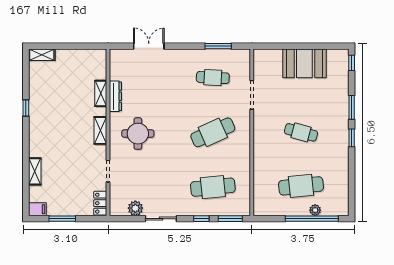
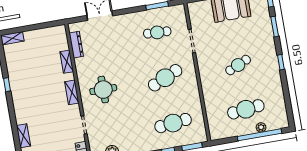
dresser: (115, 96) -> (76, 45), moved
window: (352, 107) -> (275, 27), moved
cafe table: (301, 132) -> (238, 65), turned -39

